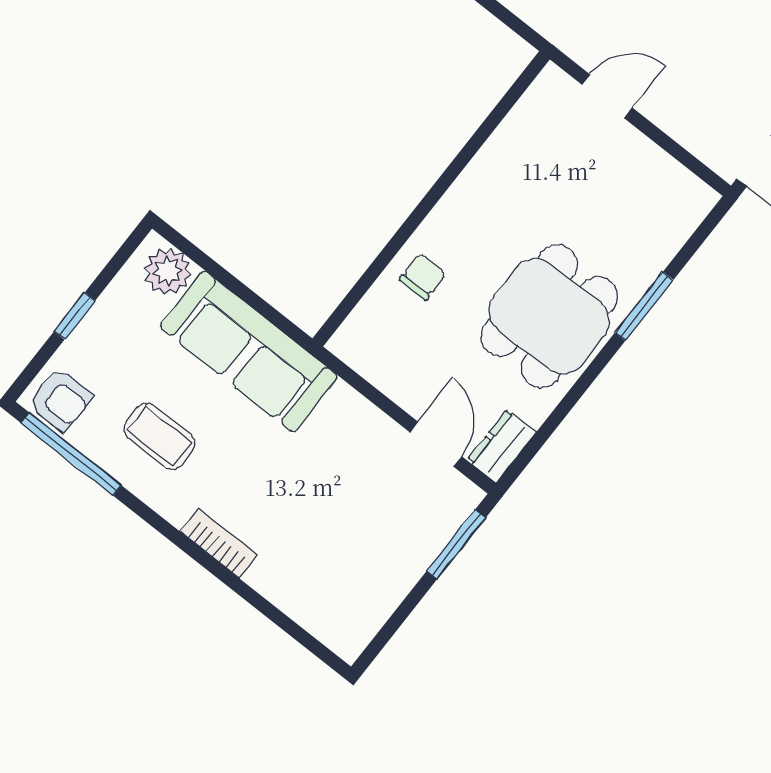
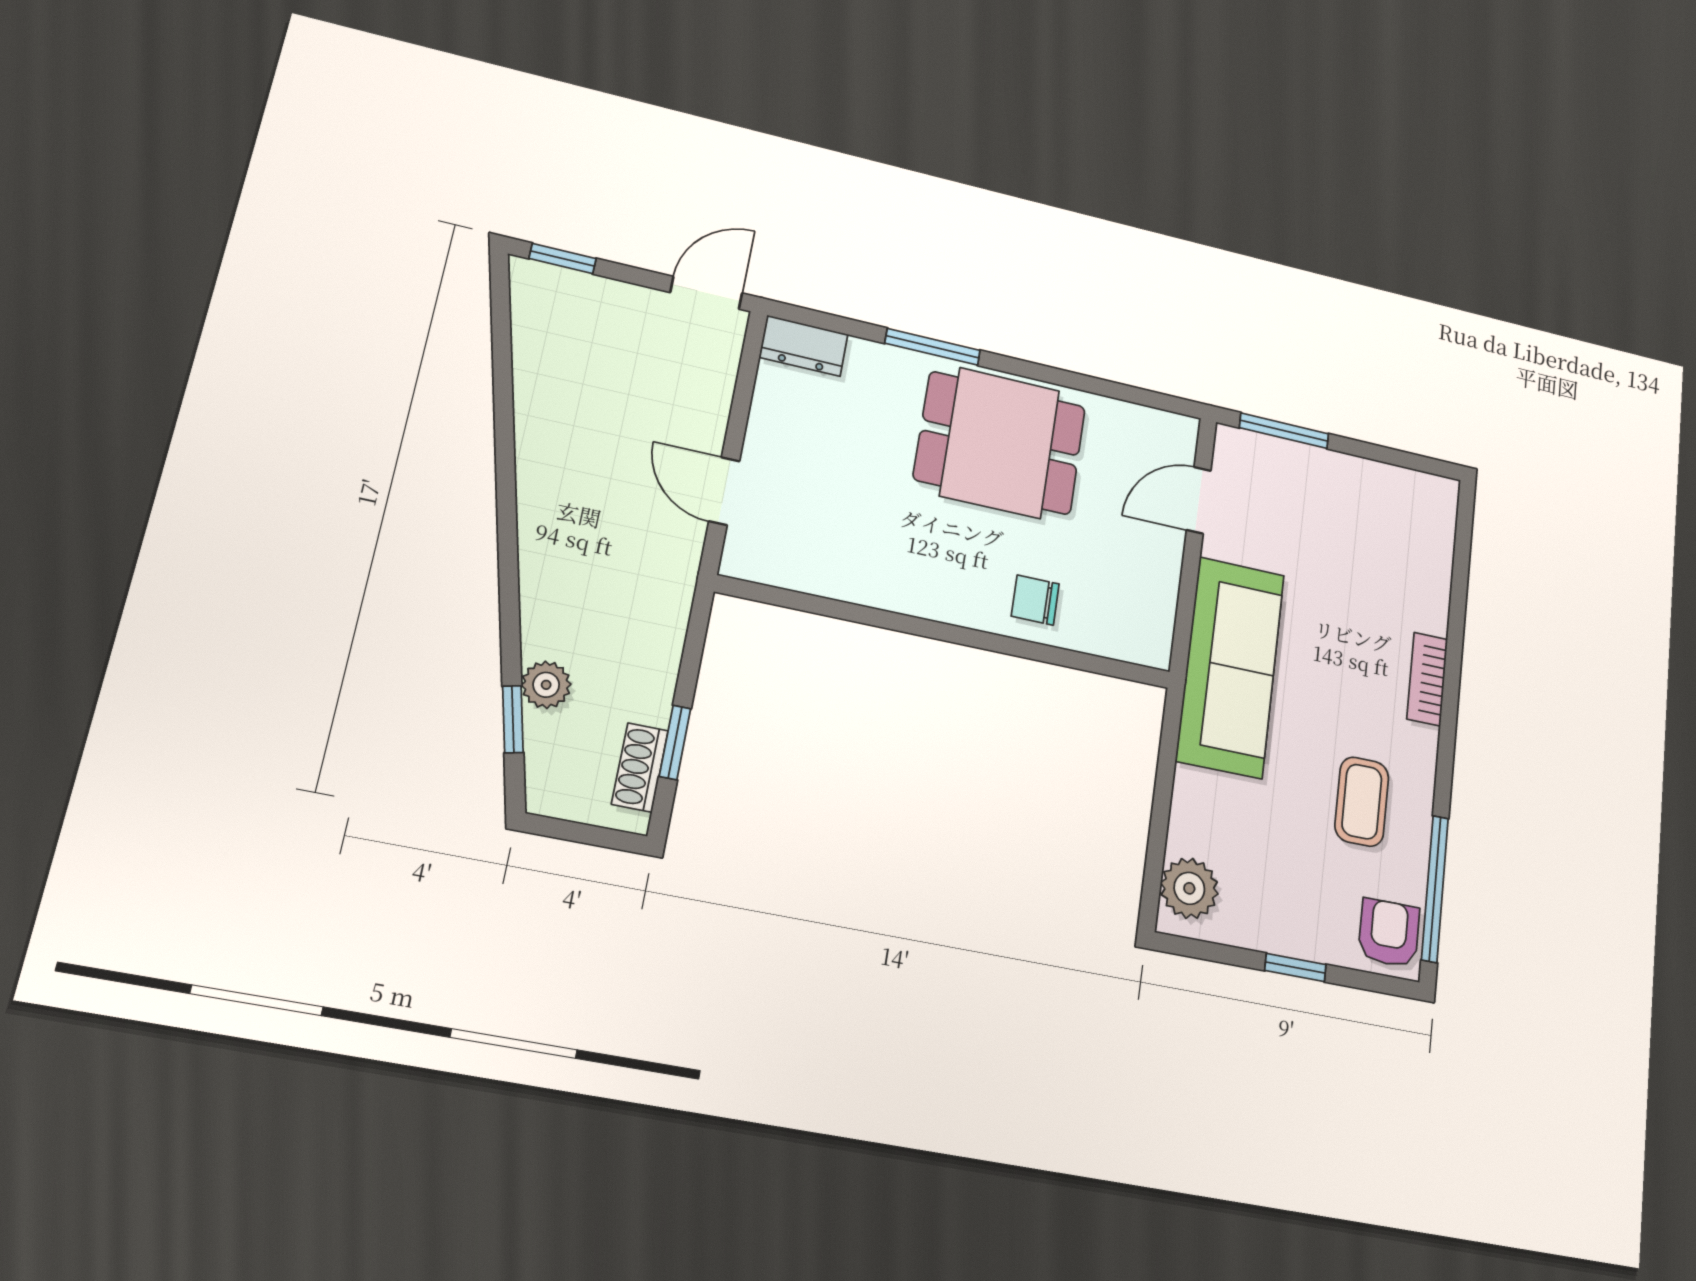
sofa: (249, 352) -> (1231, 667), moved
dresser: (502, 446) -> (804, 346), moved

